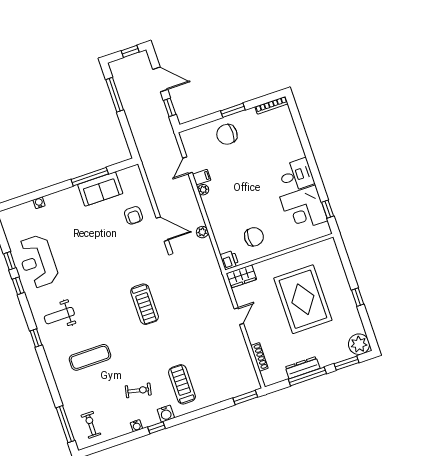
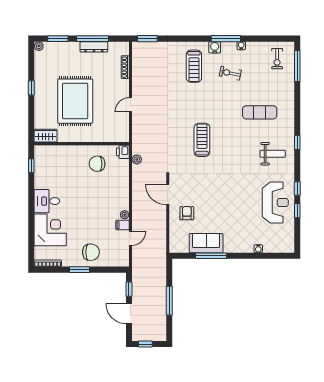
window: (115, 95) -> (169, 301), moved
corner desk: (304, 209) -> (50, 230), moved
plant: (202, 232) -> (137, 159), moved
wardrobe: (241, 276) -> (45, 136), moved
plant: (359, 344) -> (39, 46), width x0.53, depth x0.53
window: (156, 428) -> (226, 39), width x2.17

